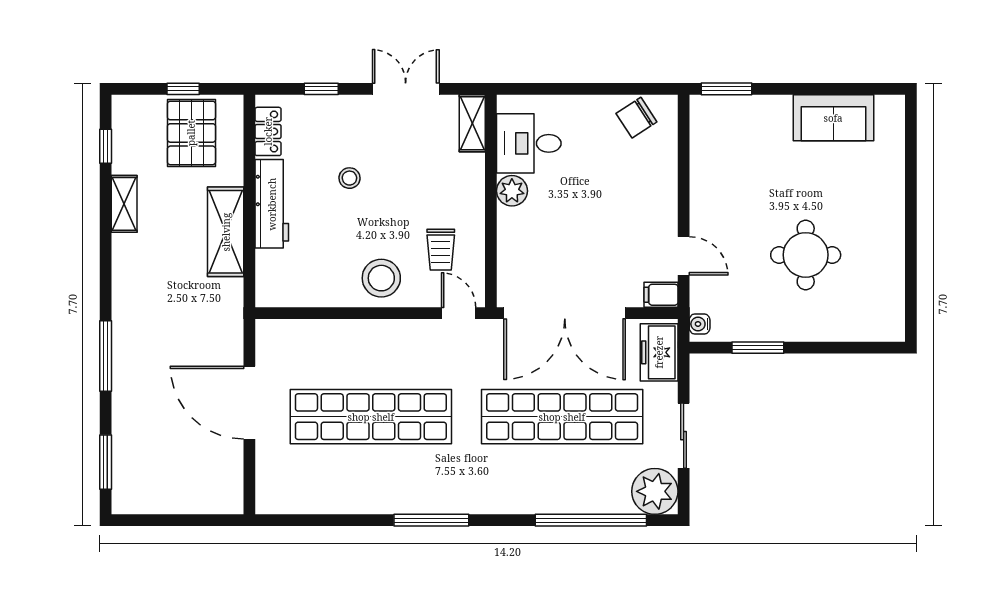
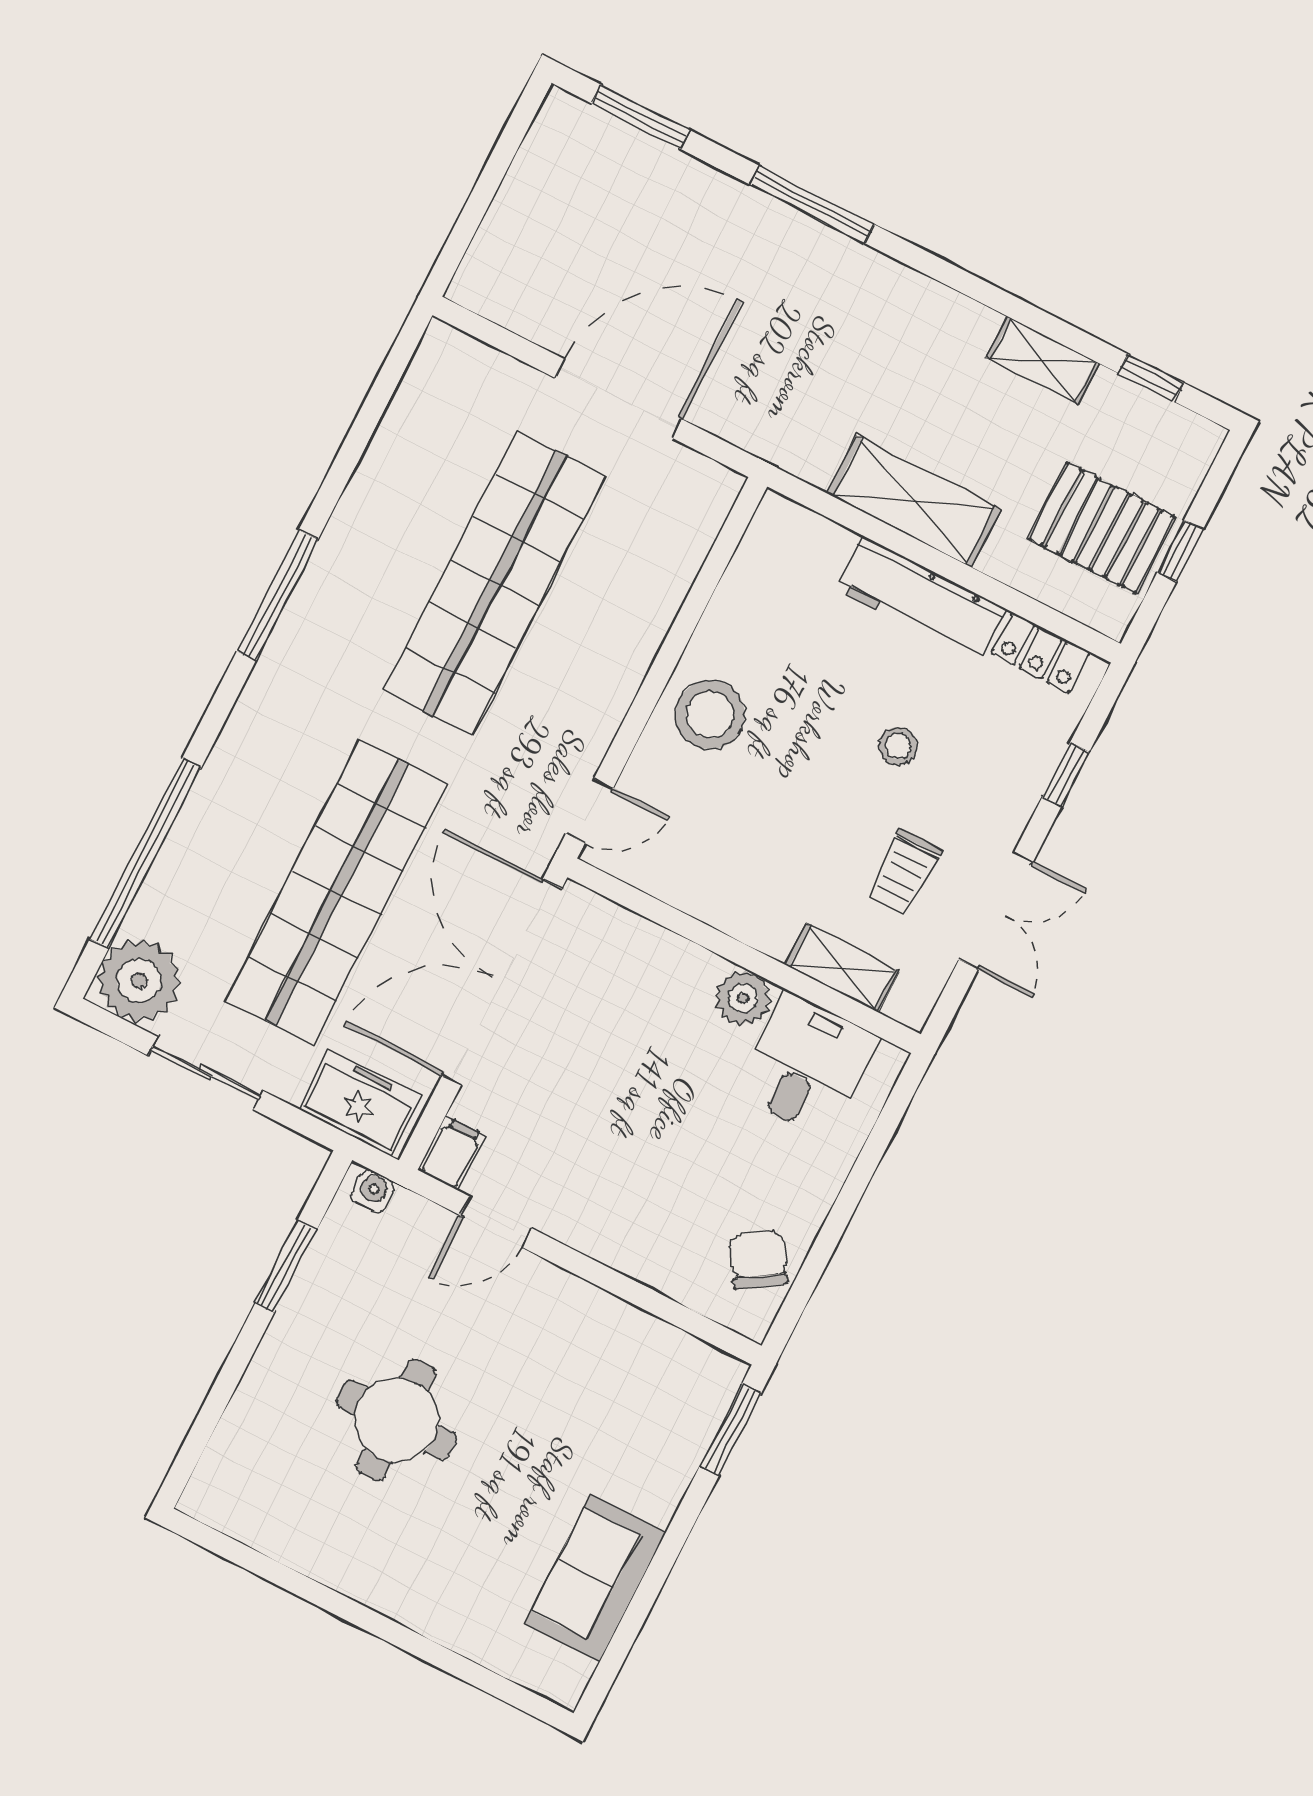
shelving: (472, 123) -> (842, 968), moved
trolley: (441, 250) -> (904, 872), moved, turned -90

